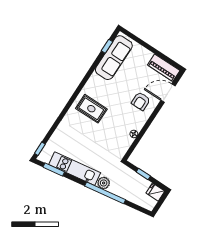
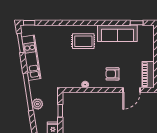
sofa: (114, 58) -> (117, 33), moved
door: (168, 93) -> (132, 90), swing flipped
rug: (91, 109) -> (83, 41), turned 90
plant: (104, 183) -> (37, 104), moved

